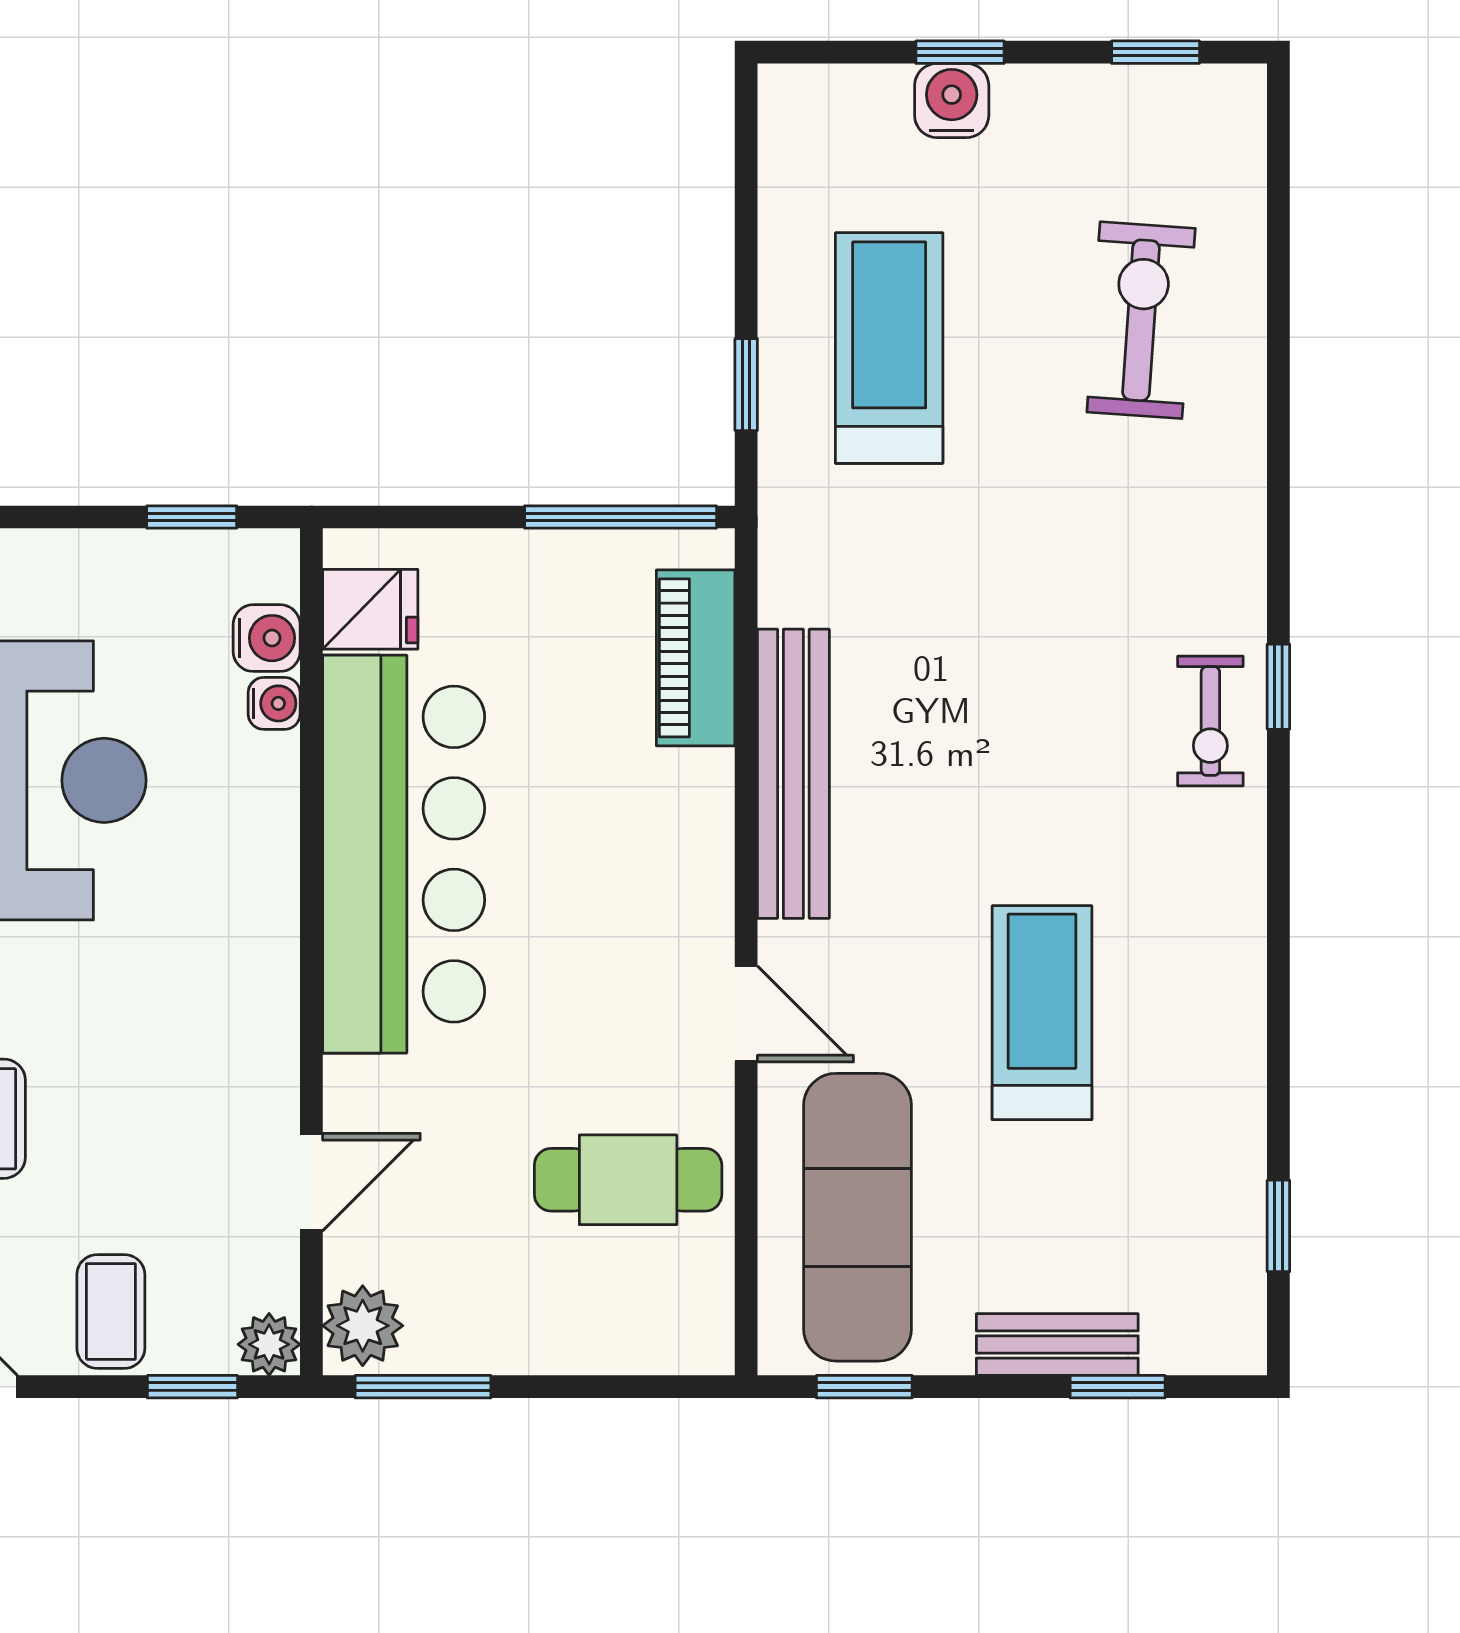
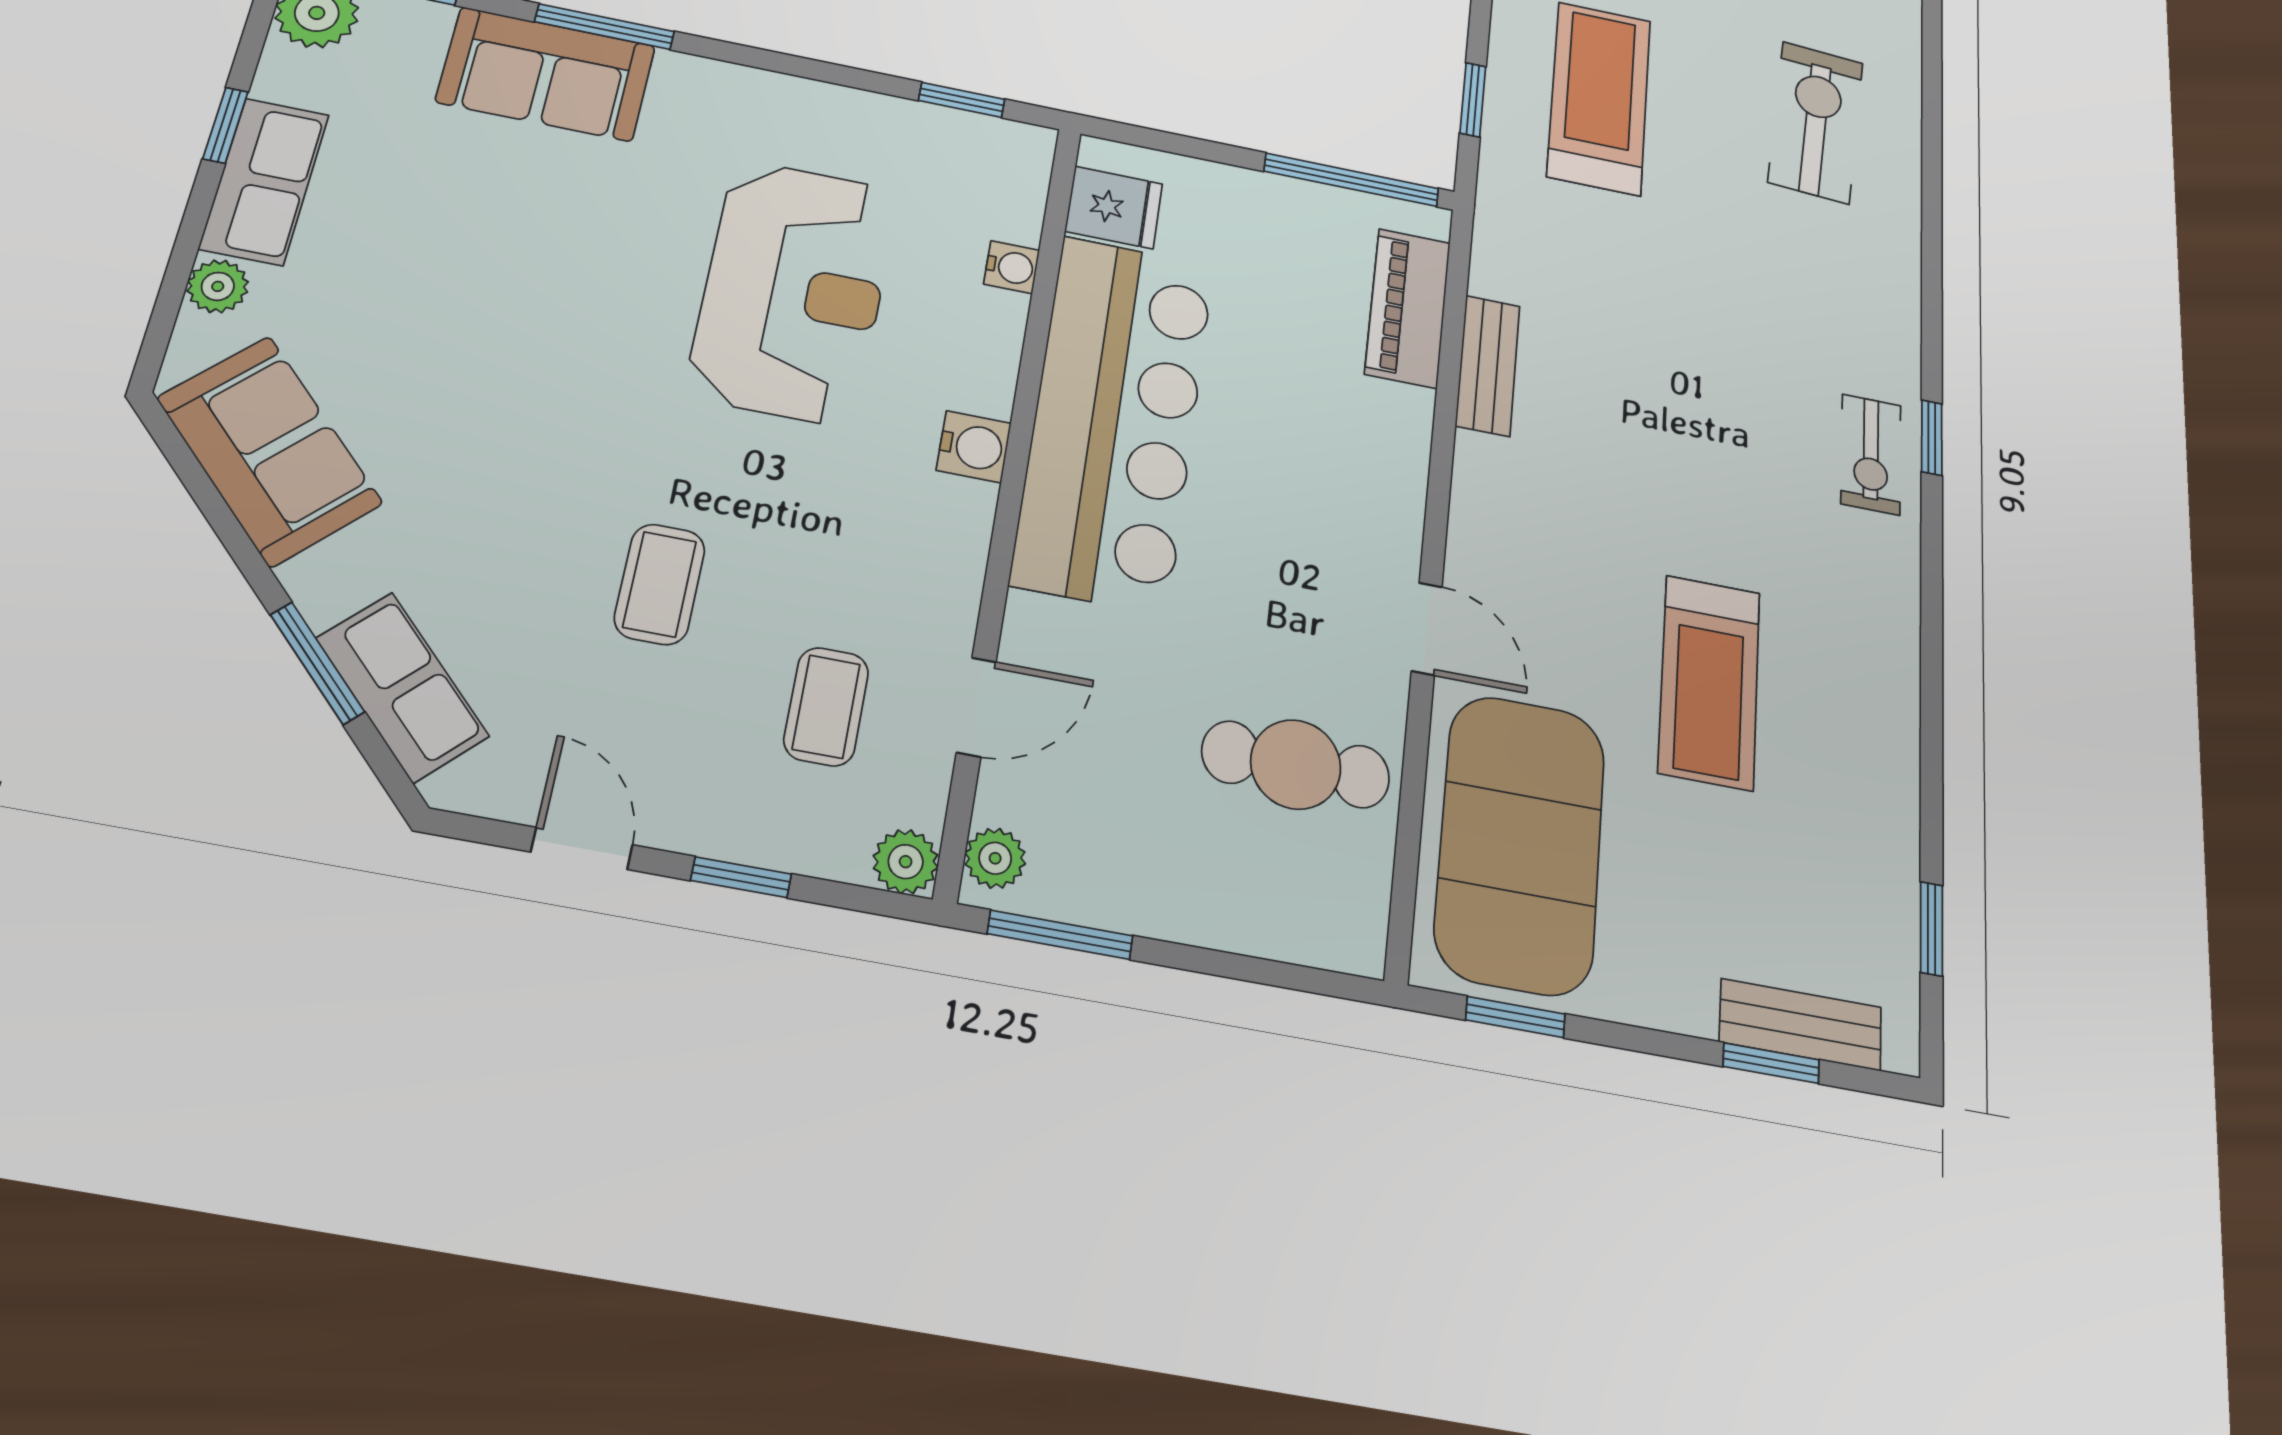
water cooler: (267, 638) -> (974, 447), moved
bench: (793, 774) -> (1488, 366), width x0.54, depth x0.82
treadmill: (1042, 1013) -> (1709, 682), turned 180
exercise mat: (857, 1217) -> (1520, 844), width x1.47
coffee table: (111, 1311) -> (826, 707), moved
plant: (363, 1326) -> (995, 858), width x0.73, depth x0.73
bench: (1057, 1345) -> (1800, 1025), moved
window: (192, 1387) -> (741, 877), moved

